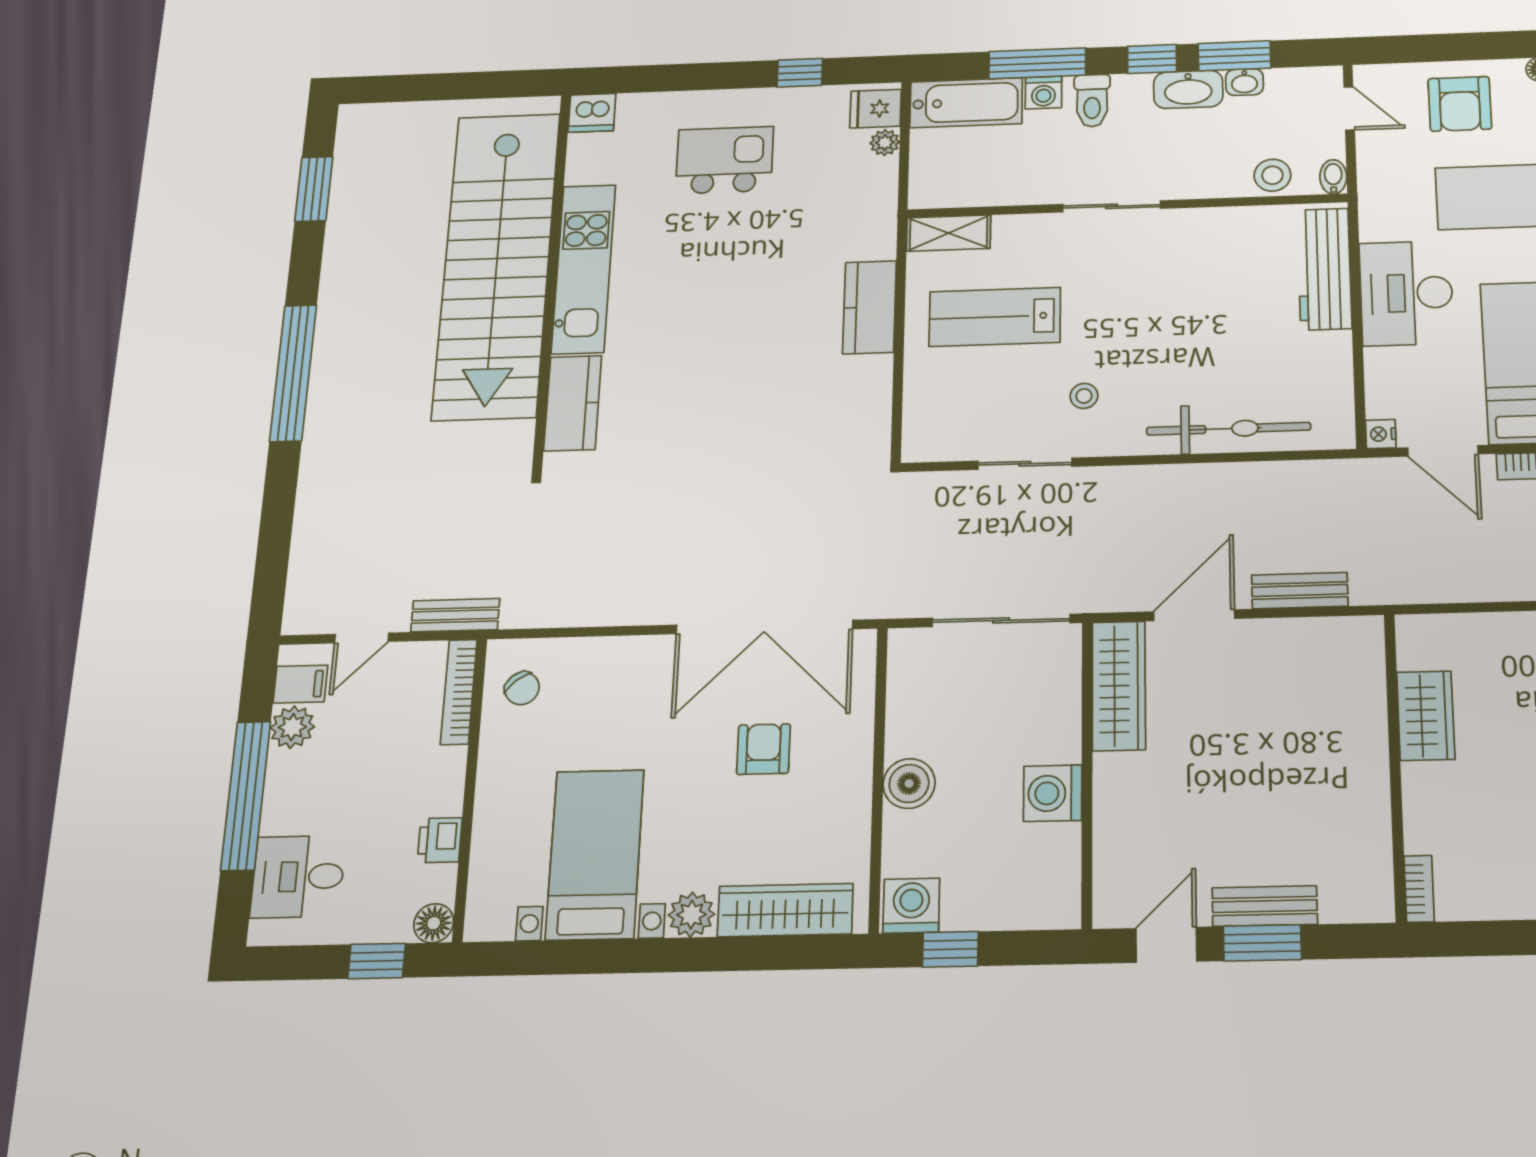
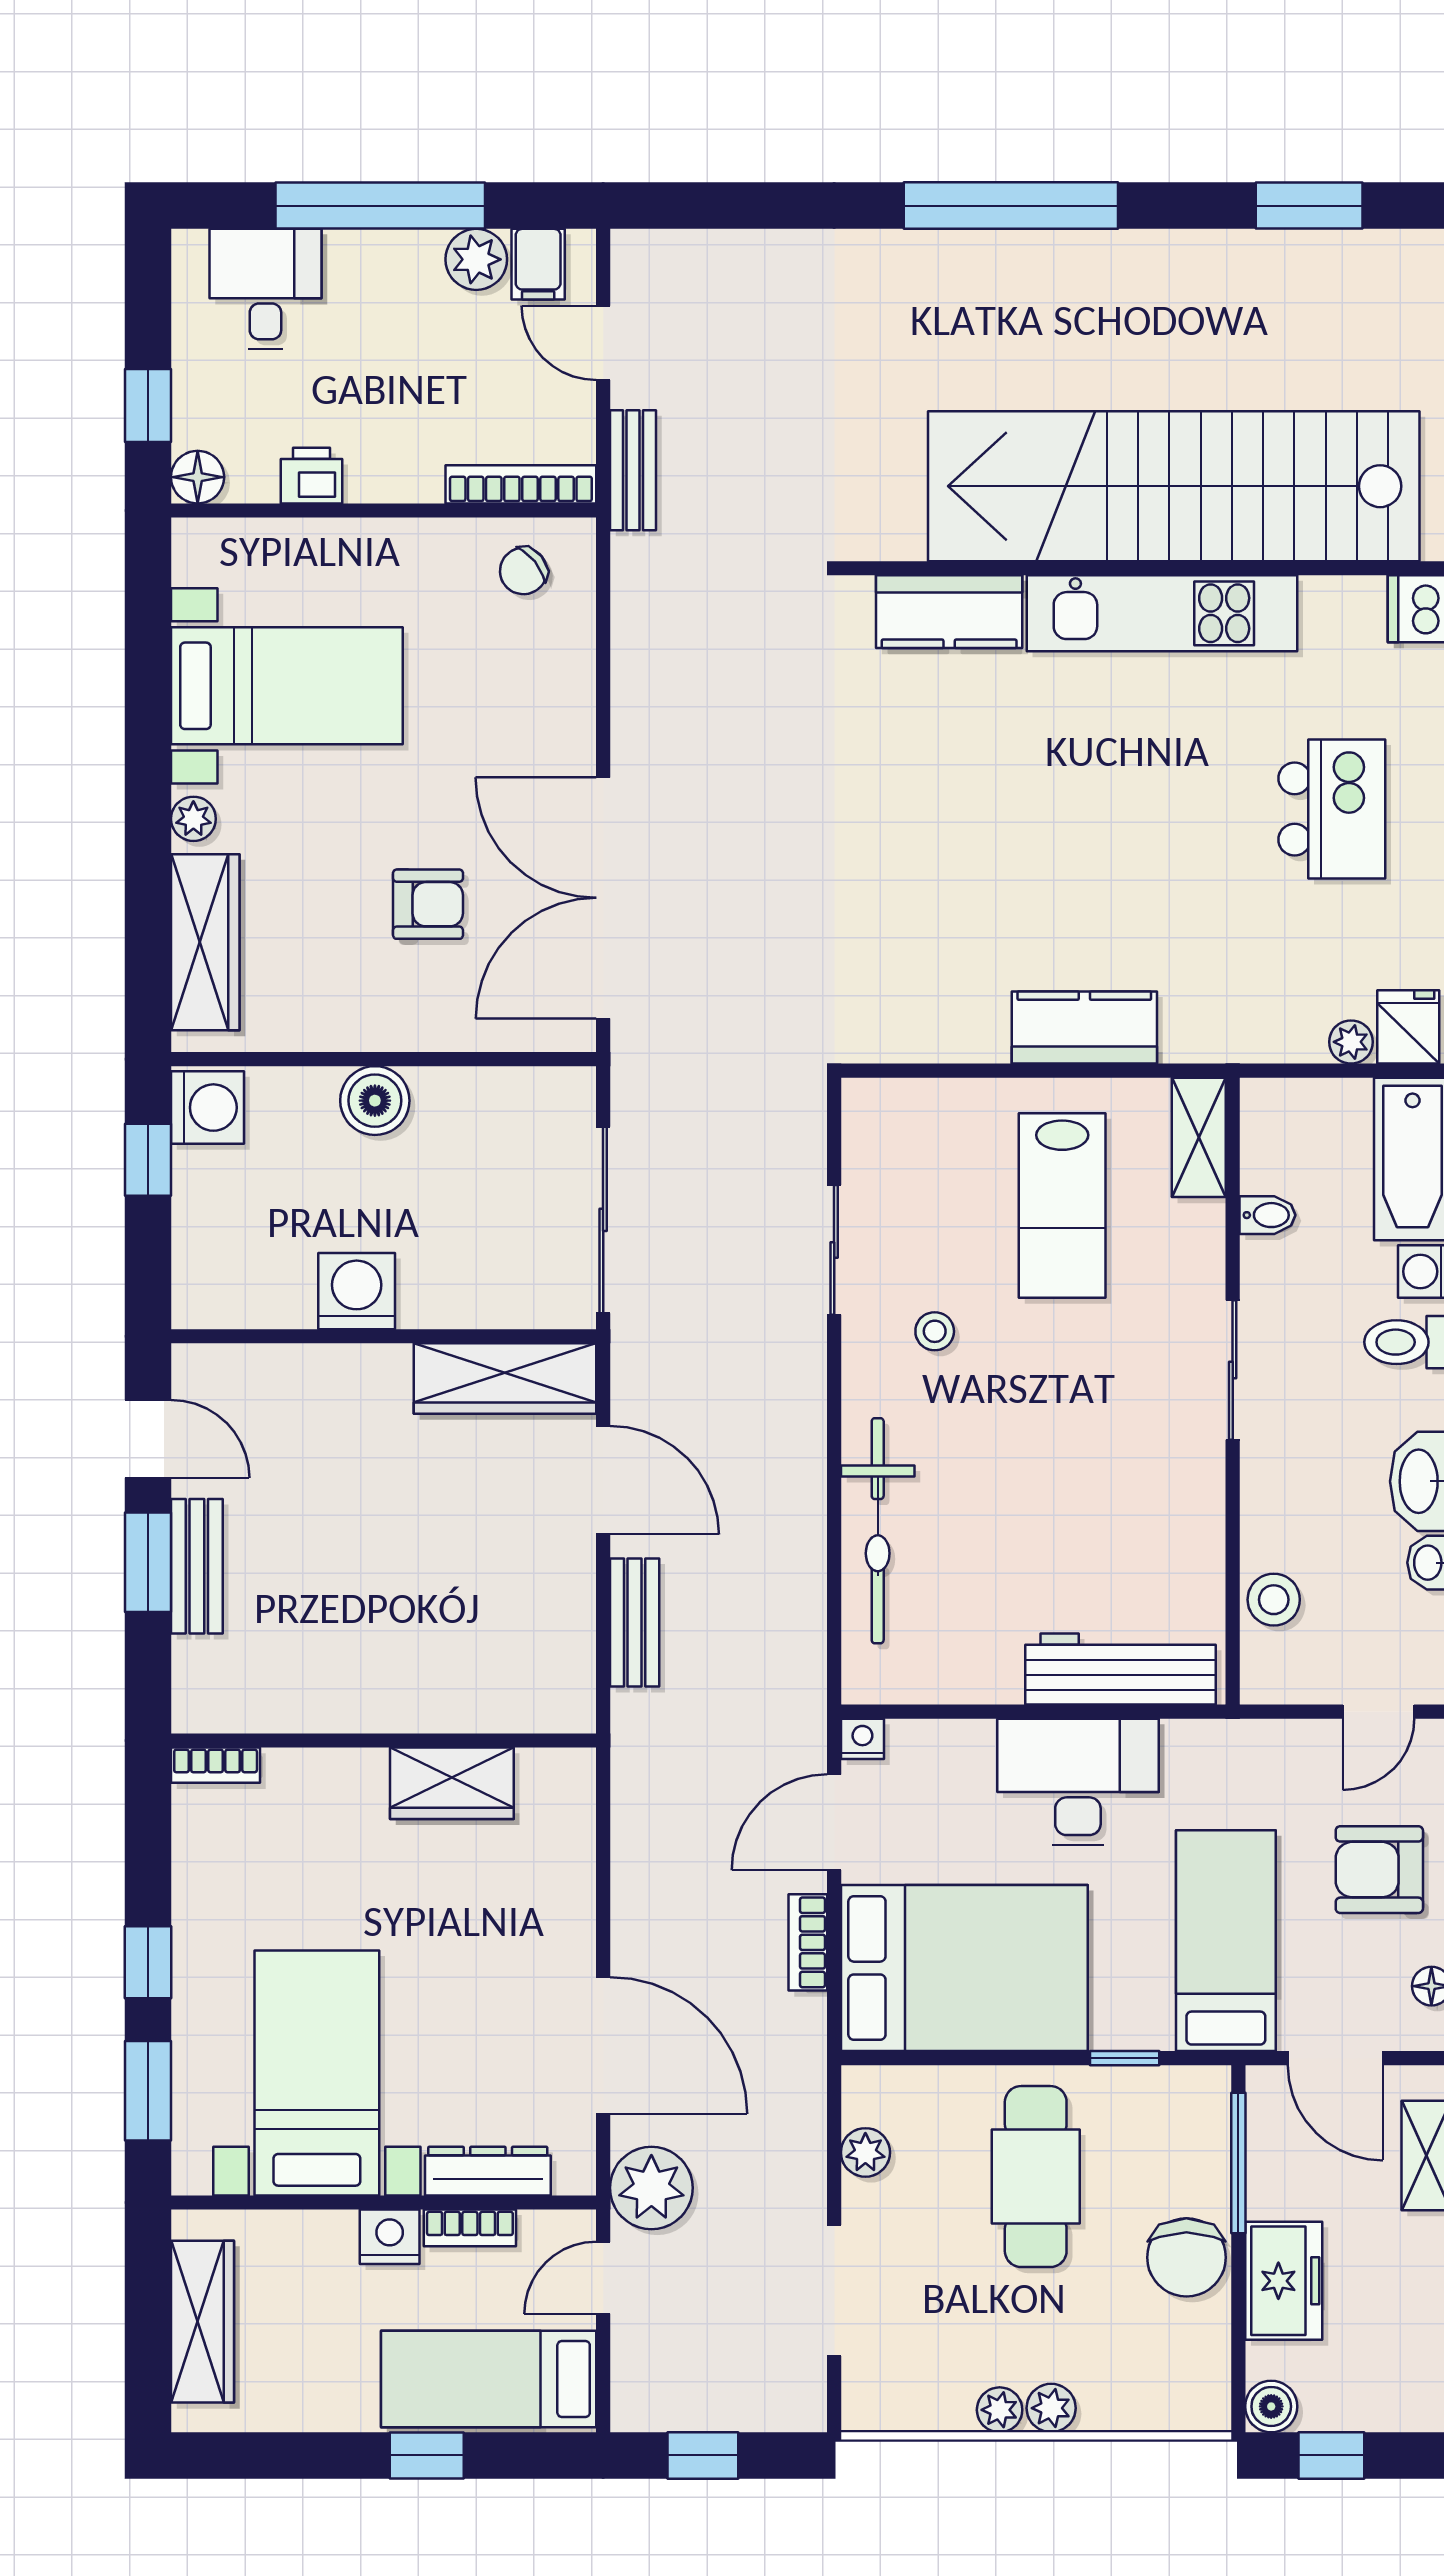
bidet: (1333, 177) -> (1267, 1215), moved
lab bench: (995, 317) -> (1062, 1205), turned 180
plant: (691, 915) -> (193, 819), width x0.73, depth x0.73

